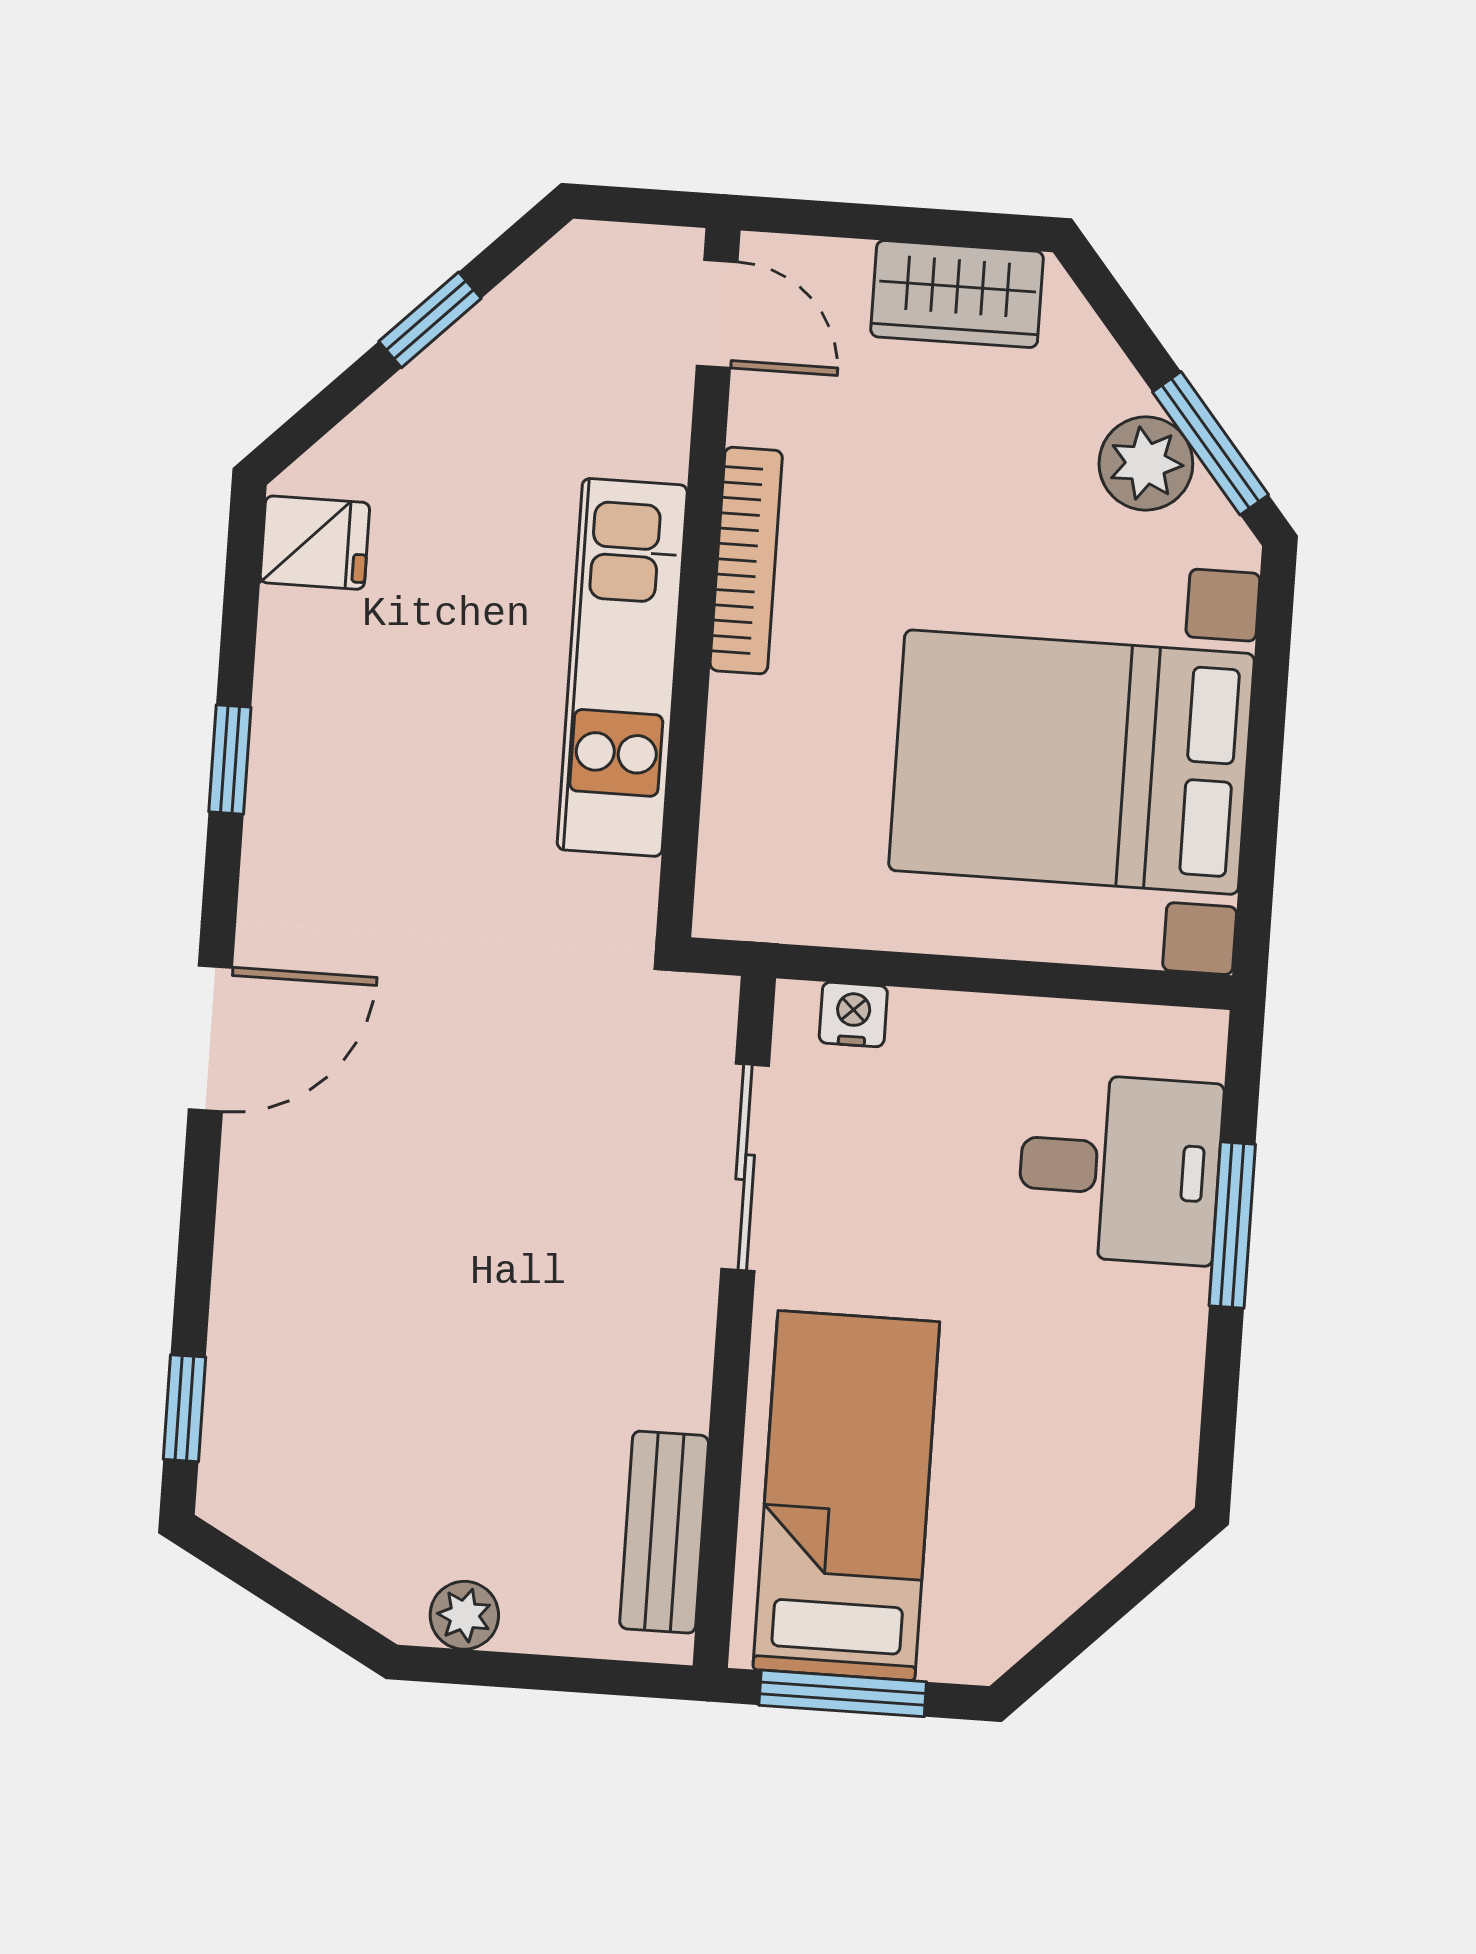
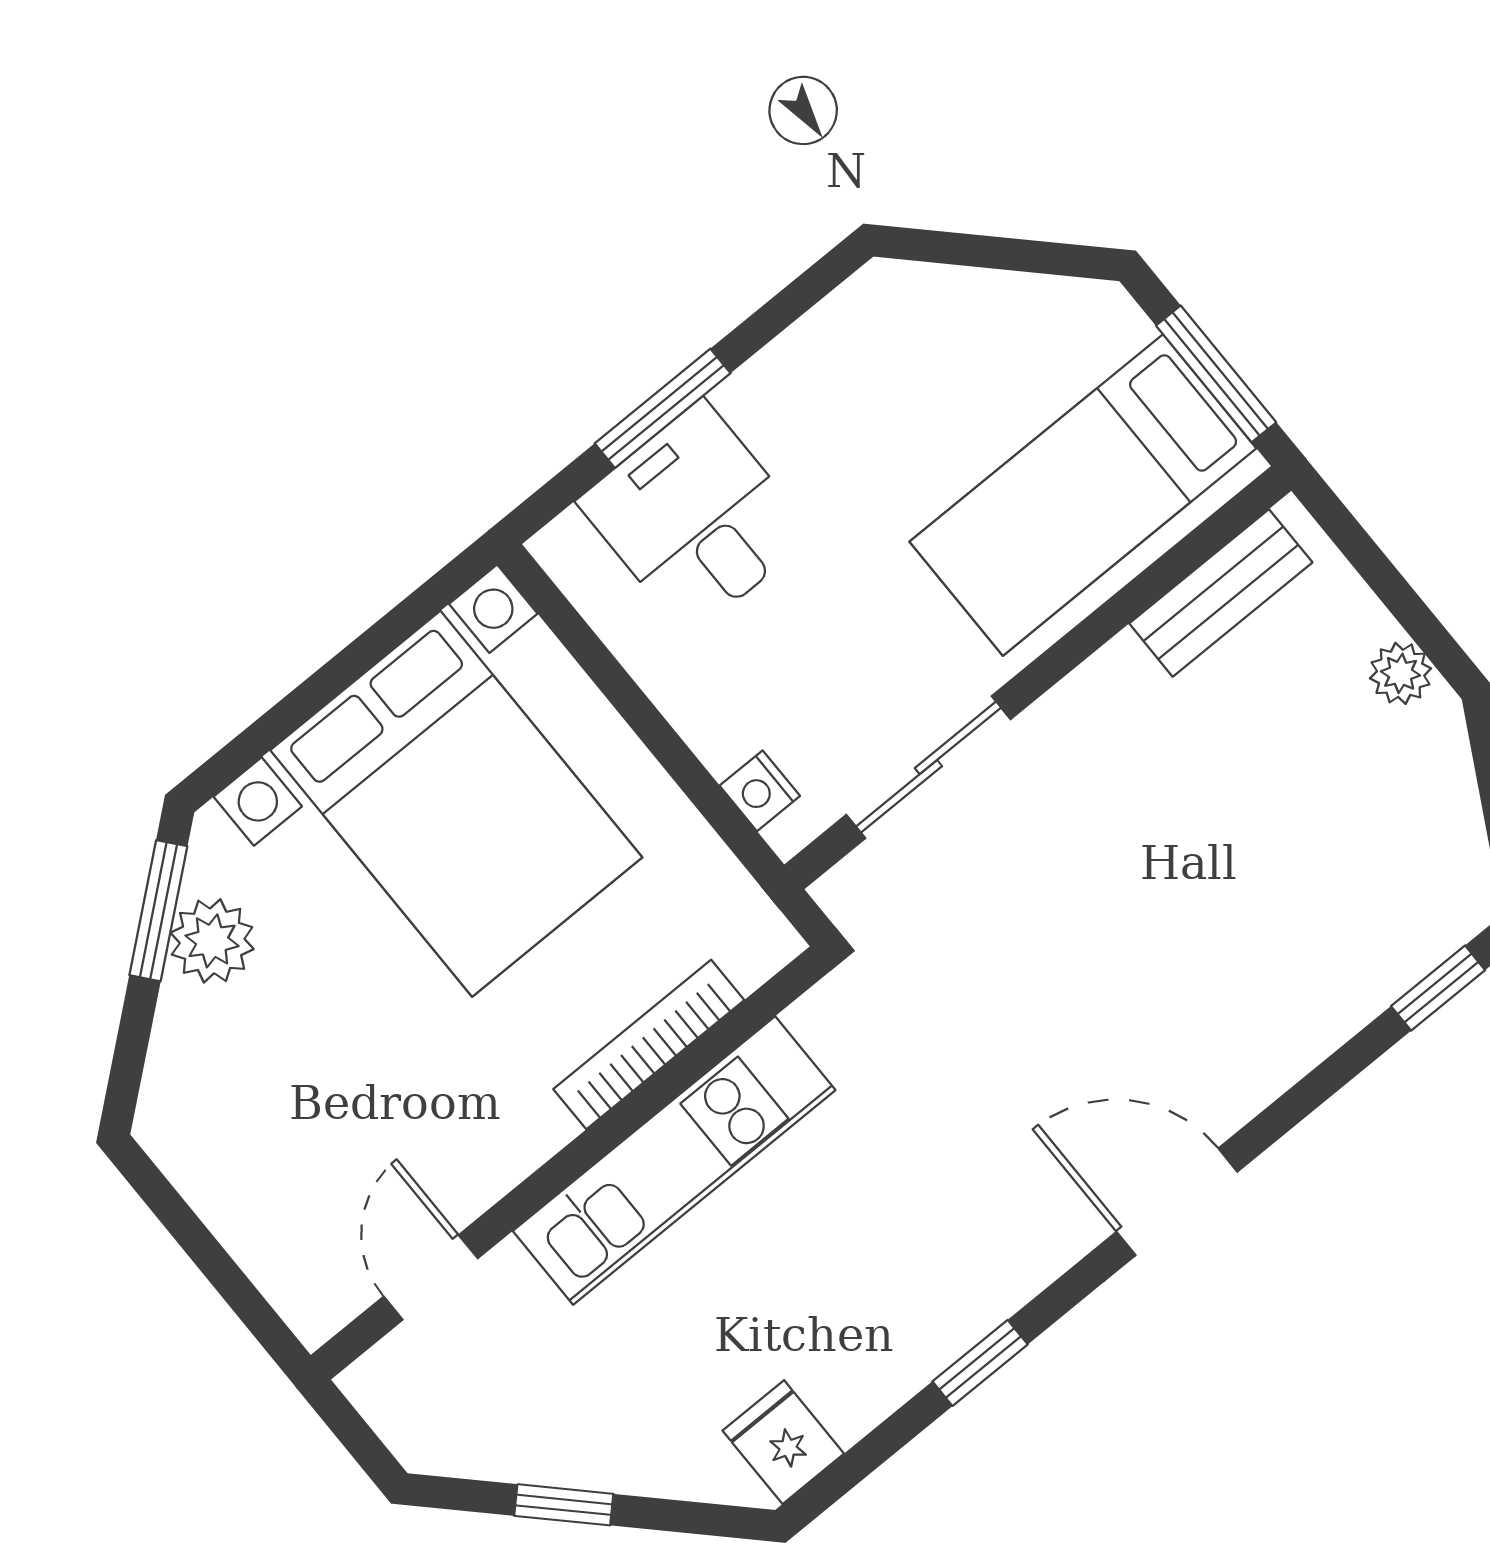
wardrobe: (957, 294) -> (218, 1172), removed
door: (717, 314) -> (431, 1277), moved
bookcase: (746, 561) -> (649, 1045), moved

